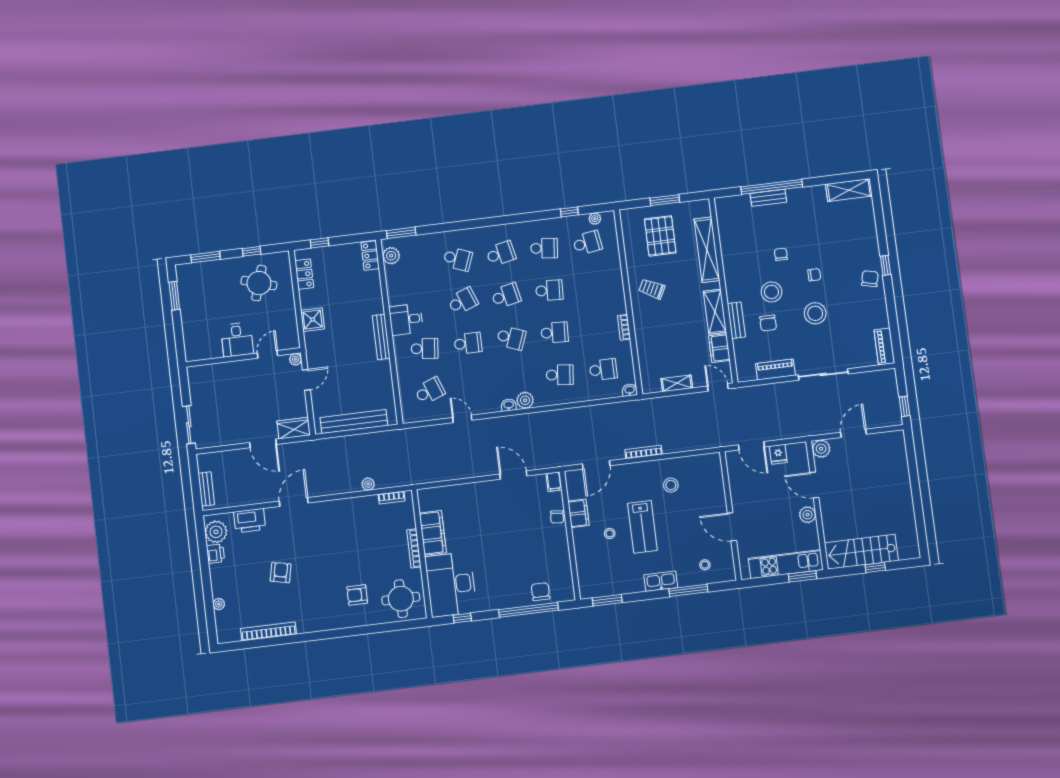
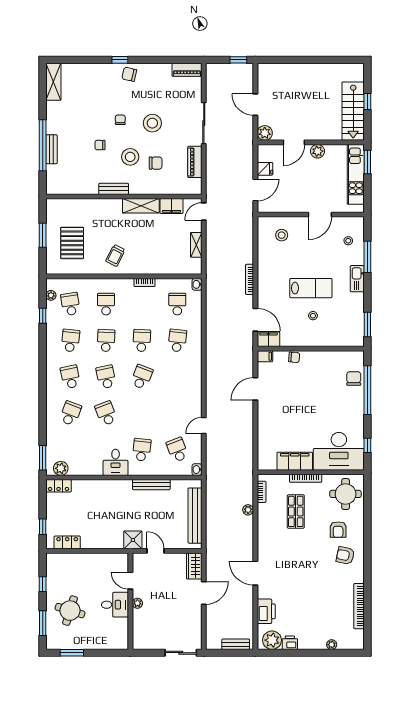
pallet: (660, 236) -> (72, 243), turned 90
shelving: (707, 250) -> (88, 206), removed
round table: (259, 283) -> (70, 611), moved
shower: (313, 320) -> (133, 540), moved
bench: (736, 320) -> (114, 189), moved
bench: (381, 337) -> (151, 485), moved
school desk: (468, 343) -> (106, 304), moved
plant: (296, 359) -> (137, 603), moved
plant: (525, 400) -> (195, 372), removed
washbasin: (509, 405) -> (197, 470), moved
stool: (671, 485) -> (282, 235), moved
filing cabinet: (579, 513) -> (268, 339), moved
shop shelf: (373, 541) -> (296, 511), added
armchair: (281, 573) -> (345, 556), moved
chair: (540, 592) -> (354, 378), turned 90

